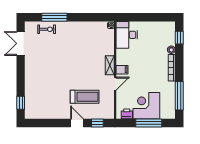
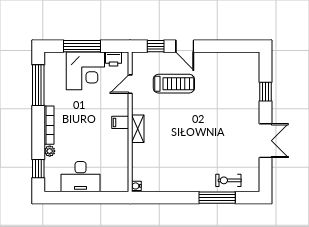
desk: (127, 35) -> (81, 177), moved, turned 90
double door: (21, 43) -> (266, 141), moved
door: (115, 84) -> (130, 84), moved
treadmill: (85, 97) -> (174, 84), turned 180
window: (21, 103) -> (266, 92), moved

